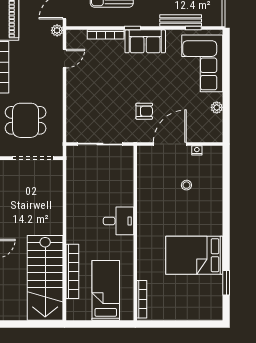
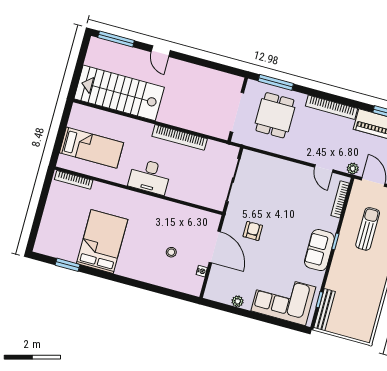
bench: (181, 21) -> (324, 310), moved
bookcase: (106, 34) -> (340, 199), moved
armchair: (144, 111) -> (253, 231), turned 180
desk: (118, 221) -> (150, 177), width x1.37
bookcase: (72, 271) -> (180, 137), moved

